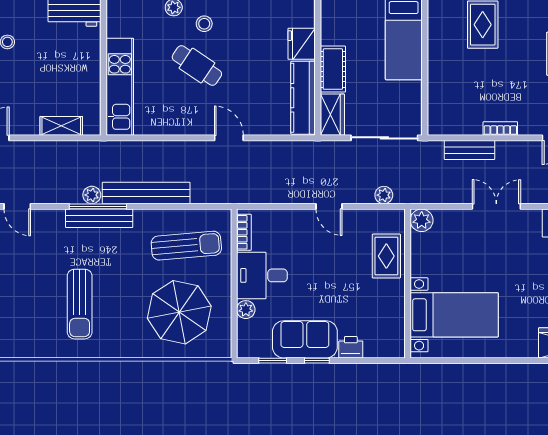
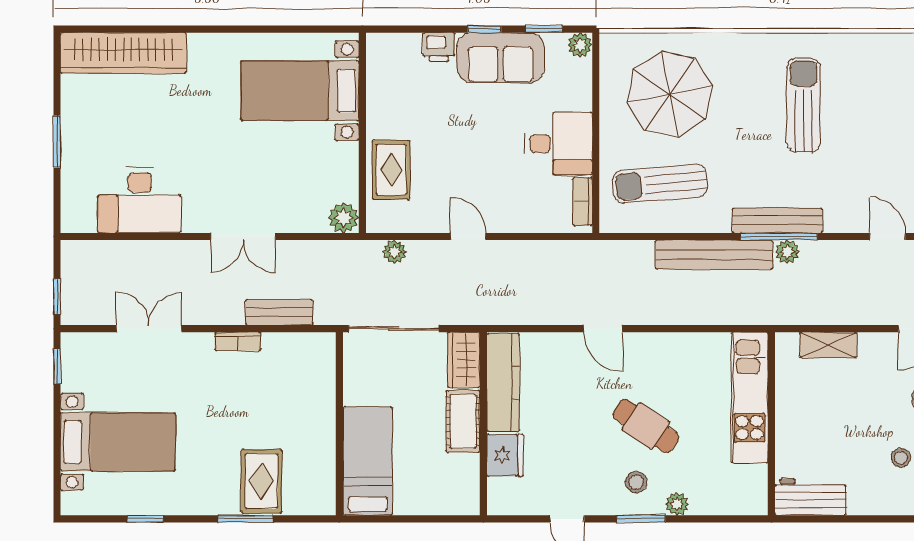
plant: (246, 310) -> (580, 45), moved

